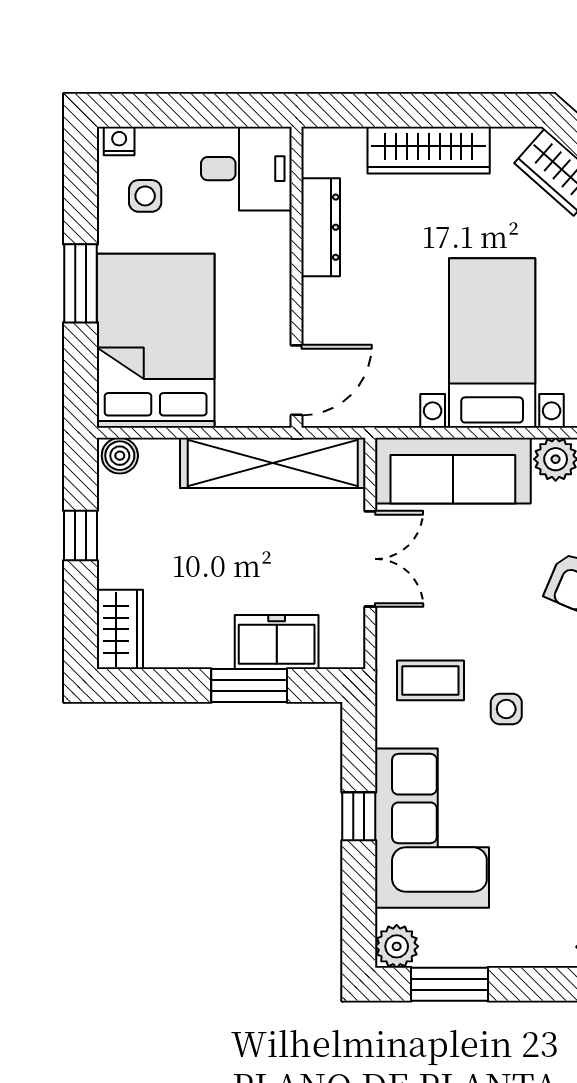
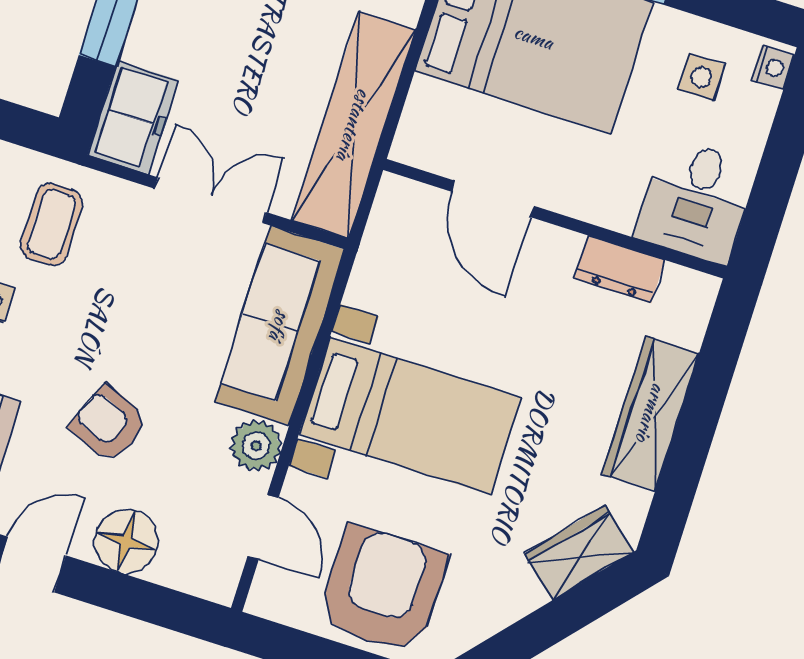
dresser: (321, 227) -> (619, 269), width x0.70
door: (297, 380) -> (493, 199), moved
double door: (370, 559) -> (210, 200), swing flipped
freezer: (277, 642) -> (133, 118), moved

